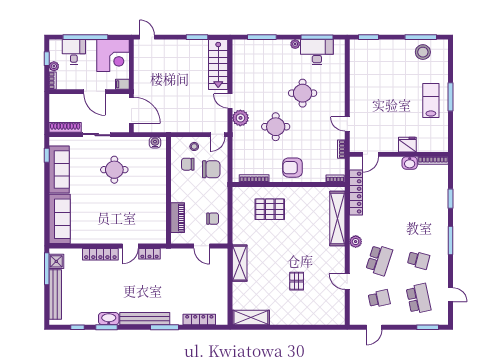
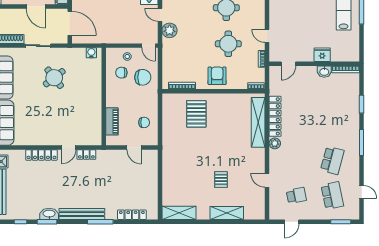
round table: (276, 127) -> (228, 44), moved
door: (217, 135) -> (149, 46), hinge flipped
armchair: (292, 168) -> (217, 76), turned 90
round table: (114, 170) -> (54, 78), turned -38
locker: (356, 193) -> (275, 116), moved
pallet: (270, 209) -> (196, 114), turned 90
school desk: (379, 260) -> (296, 160), removed
school desk: (419, 260) -> (332, 160), width x1.85
shelving: (240, 263) -> (227, 213), moved, turned 90

